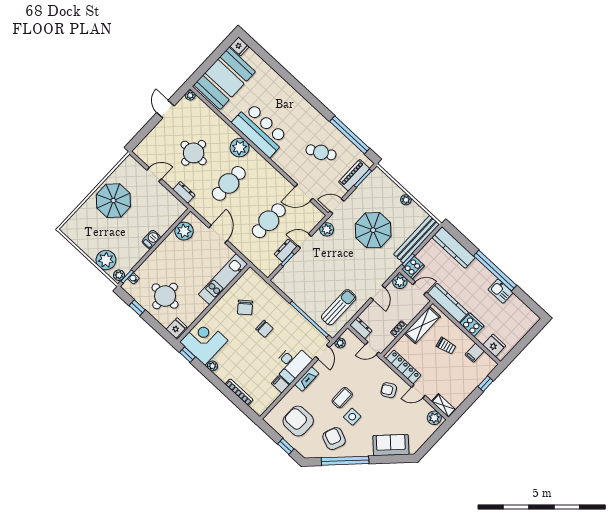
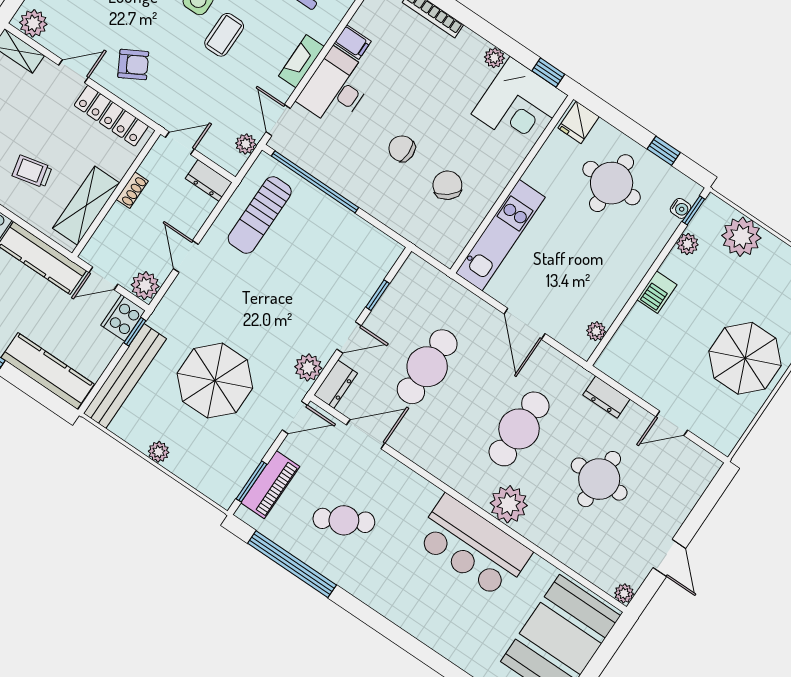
plant: (184, 231) -> (596, 331), width x0.53, depth x0.53
dresser: (285, 250) -> (336, 384), moved
plant: (119, 275) -> (688, 244), moved

